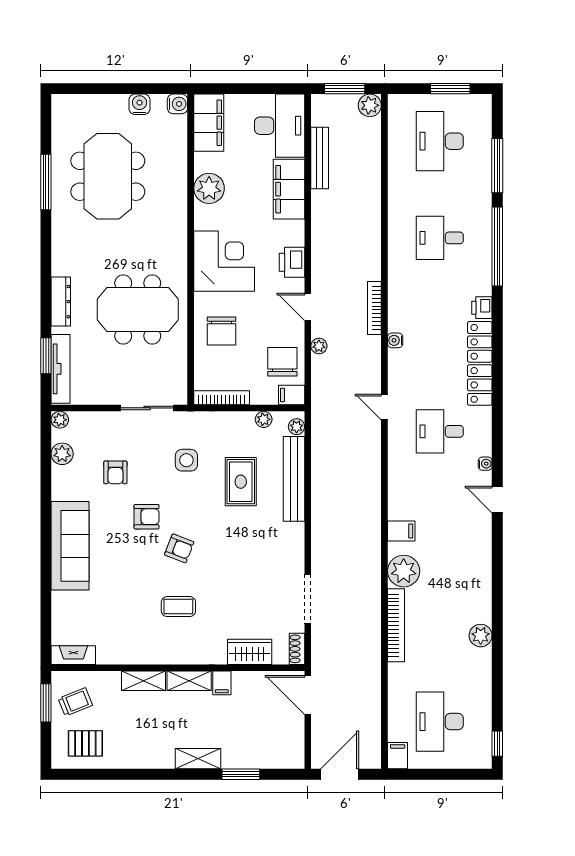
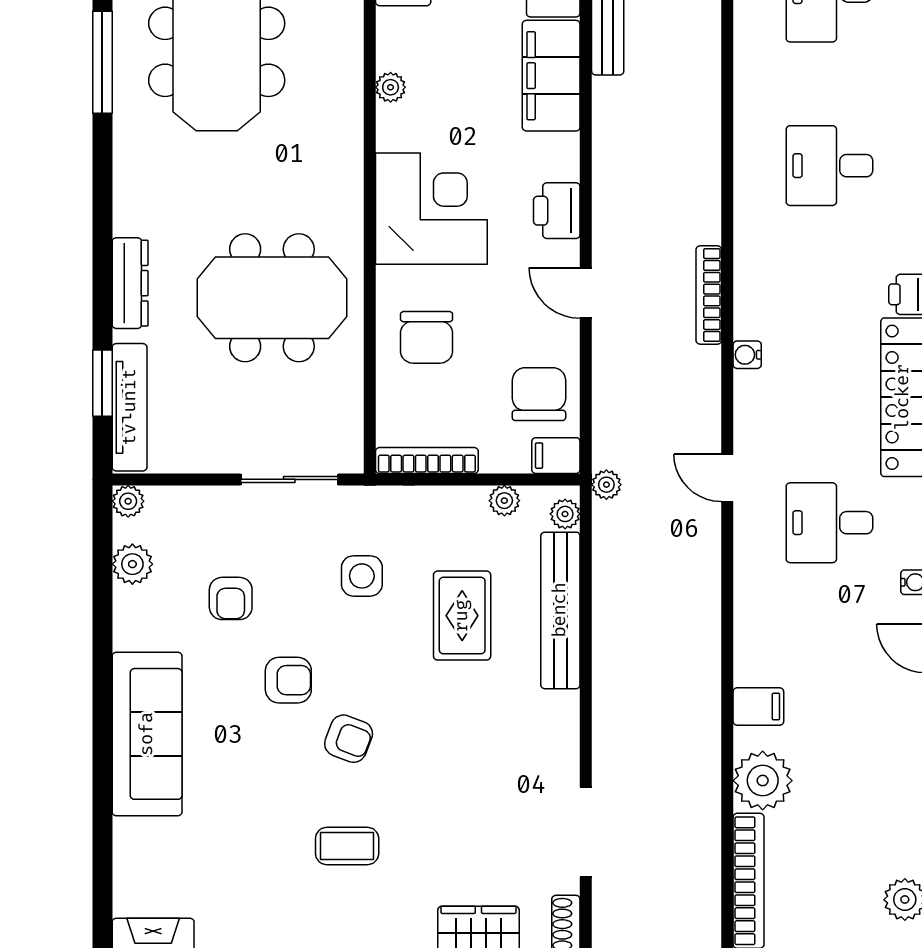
plant: (209, 188) -> (391, 87), width x0.53, depth x0.53
plant: (319, 346) -> (606, 485), moved

